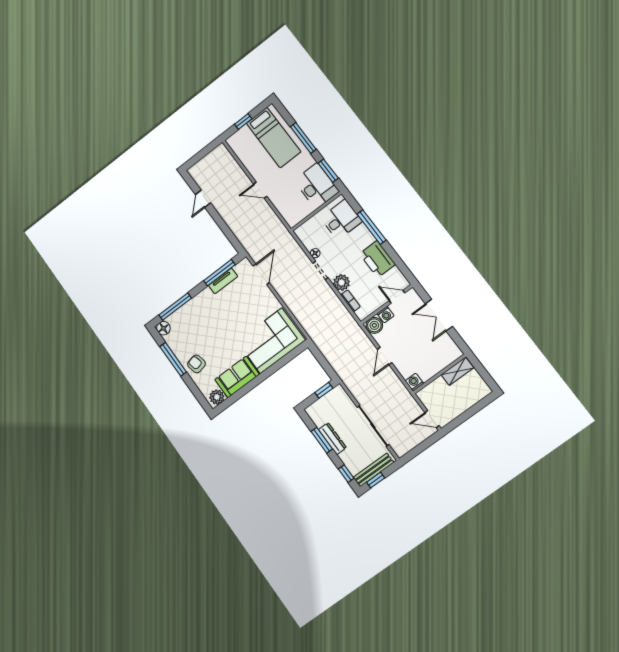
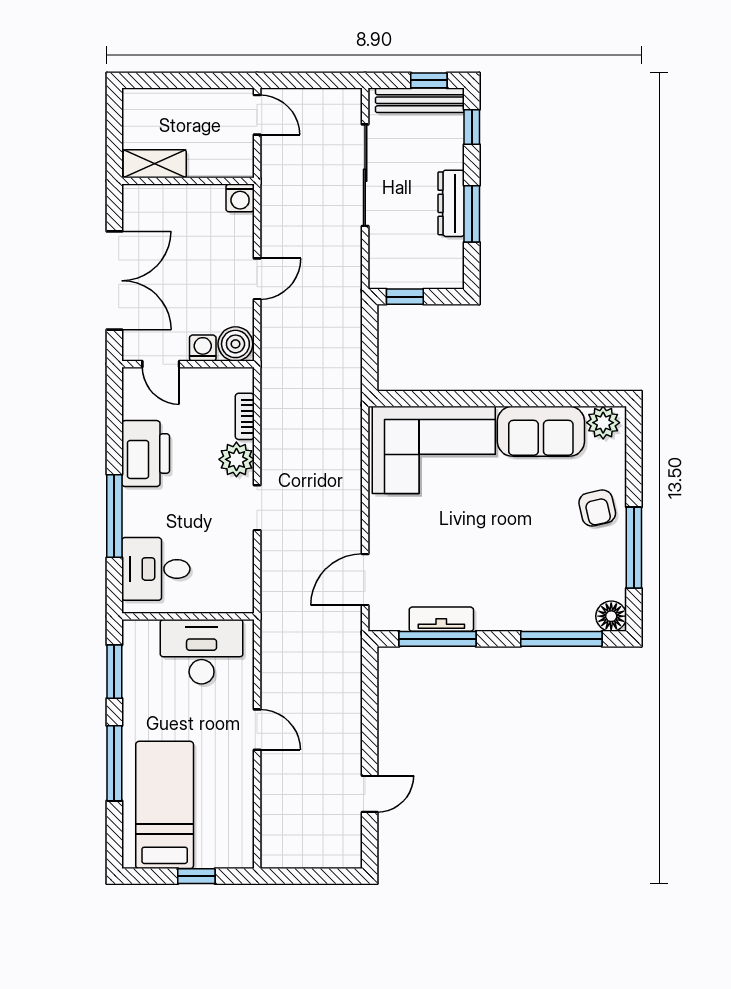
desk: (317, 186) -> (202, 652), moved, turned 90
floor lamp: (315, 253) -> (244, 545), removed
double door: (439, 315) -> (114, 281), width x1.37

